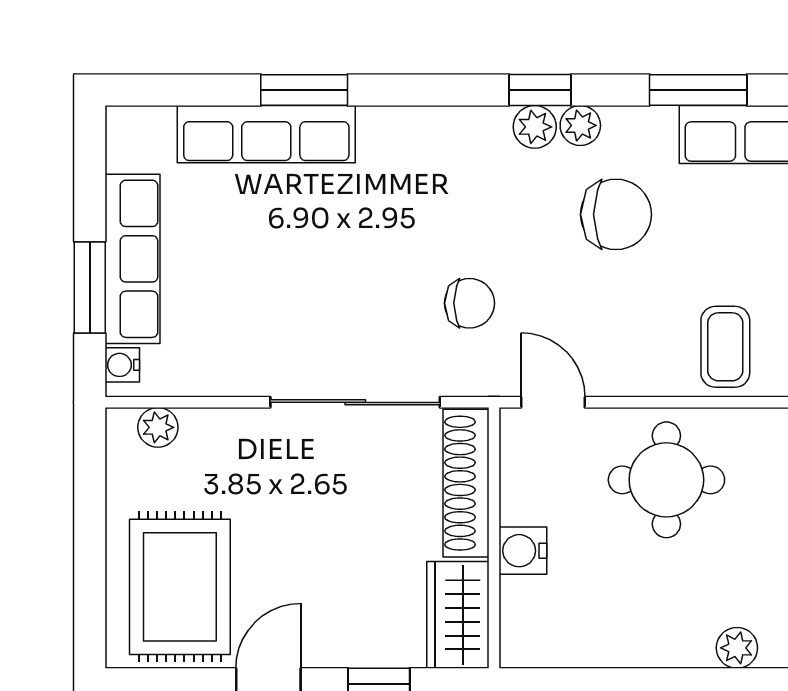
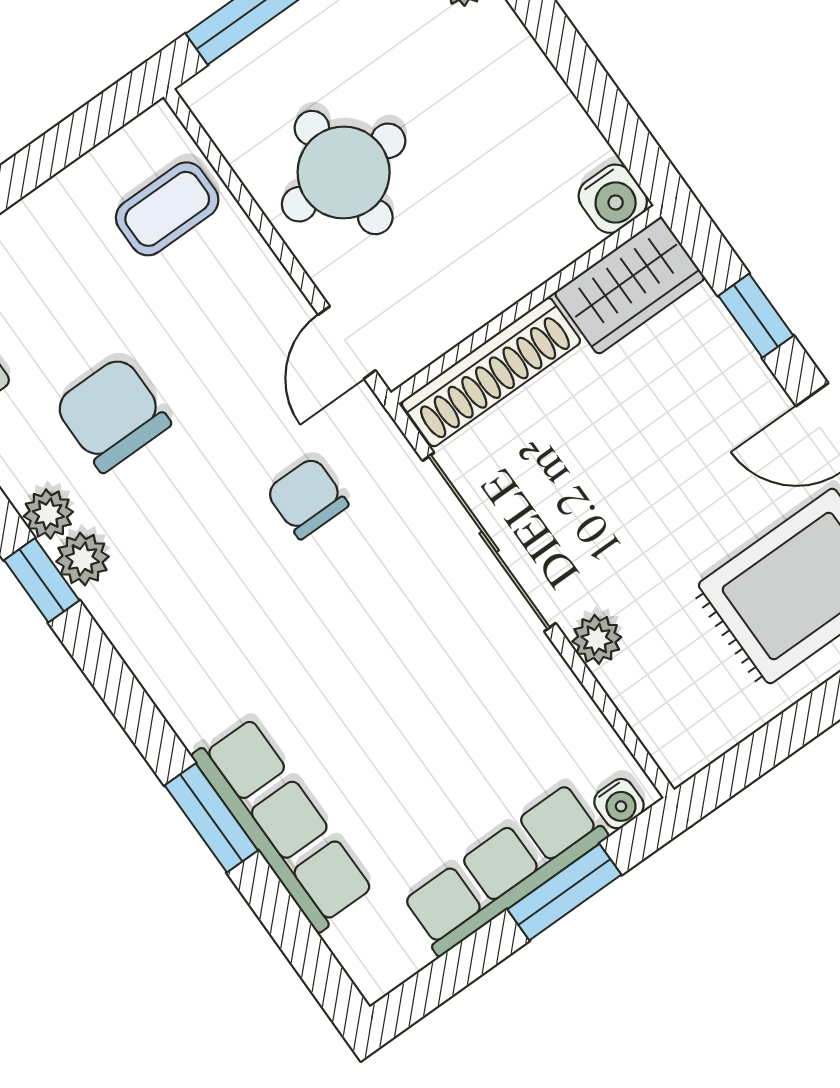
plant: (158, 427) -> (597, 639), moved
water cooler: (523, 551) -> (613, 199), moved

